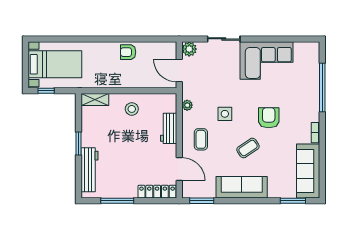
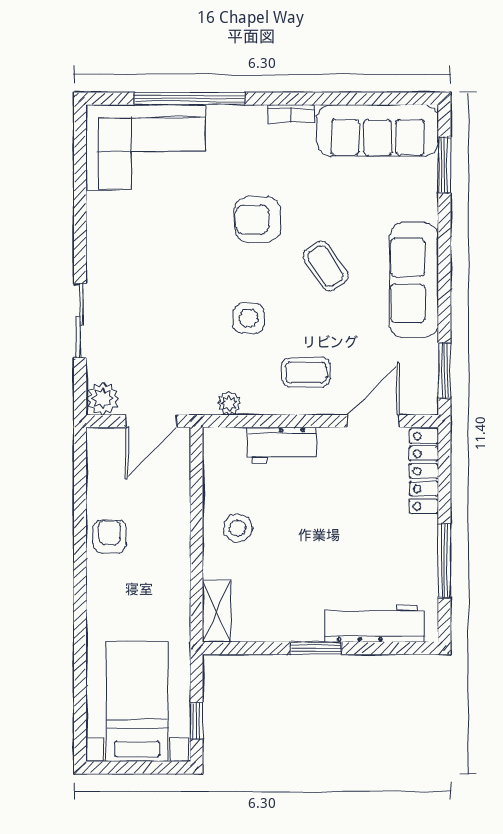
armchair: (128, 52) -> (110, 536), turned 180
corner sofa: (267, 60) -> (145, 147), moved, turned 90

